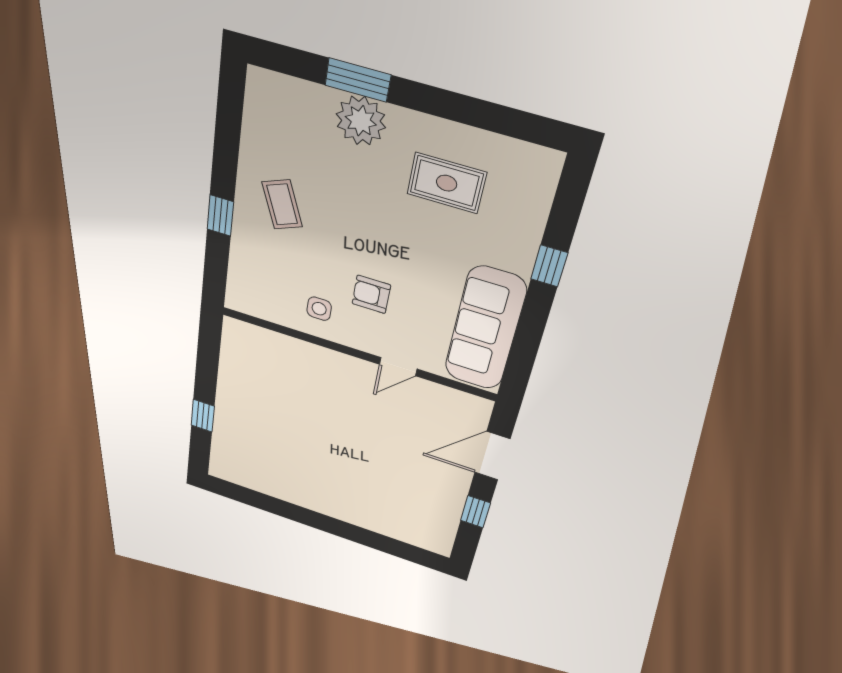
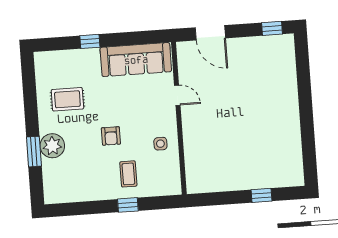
rug: (447, 183) -> (67, 99), turned 90
coffee table: (282, 204) -> (128, 174), moved, turned -68
armchair: (371, 294) -> (111, 136), moved
window: (475, 512) -> (272, 28), moved

